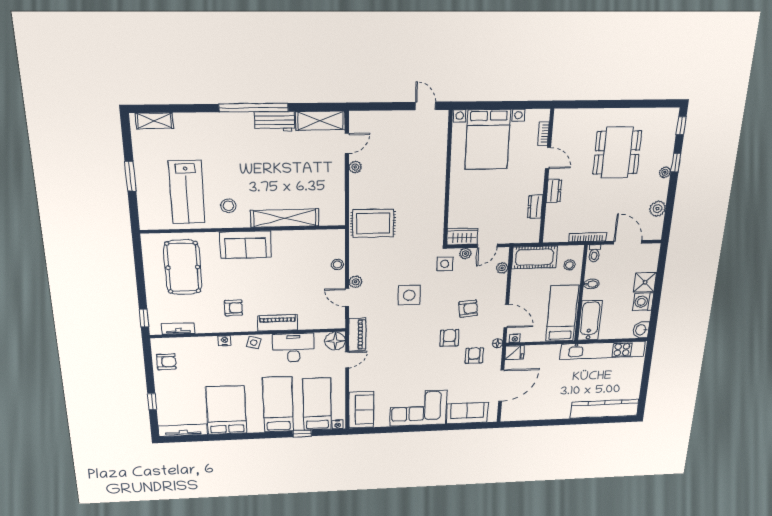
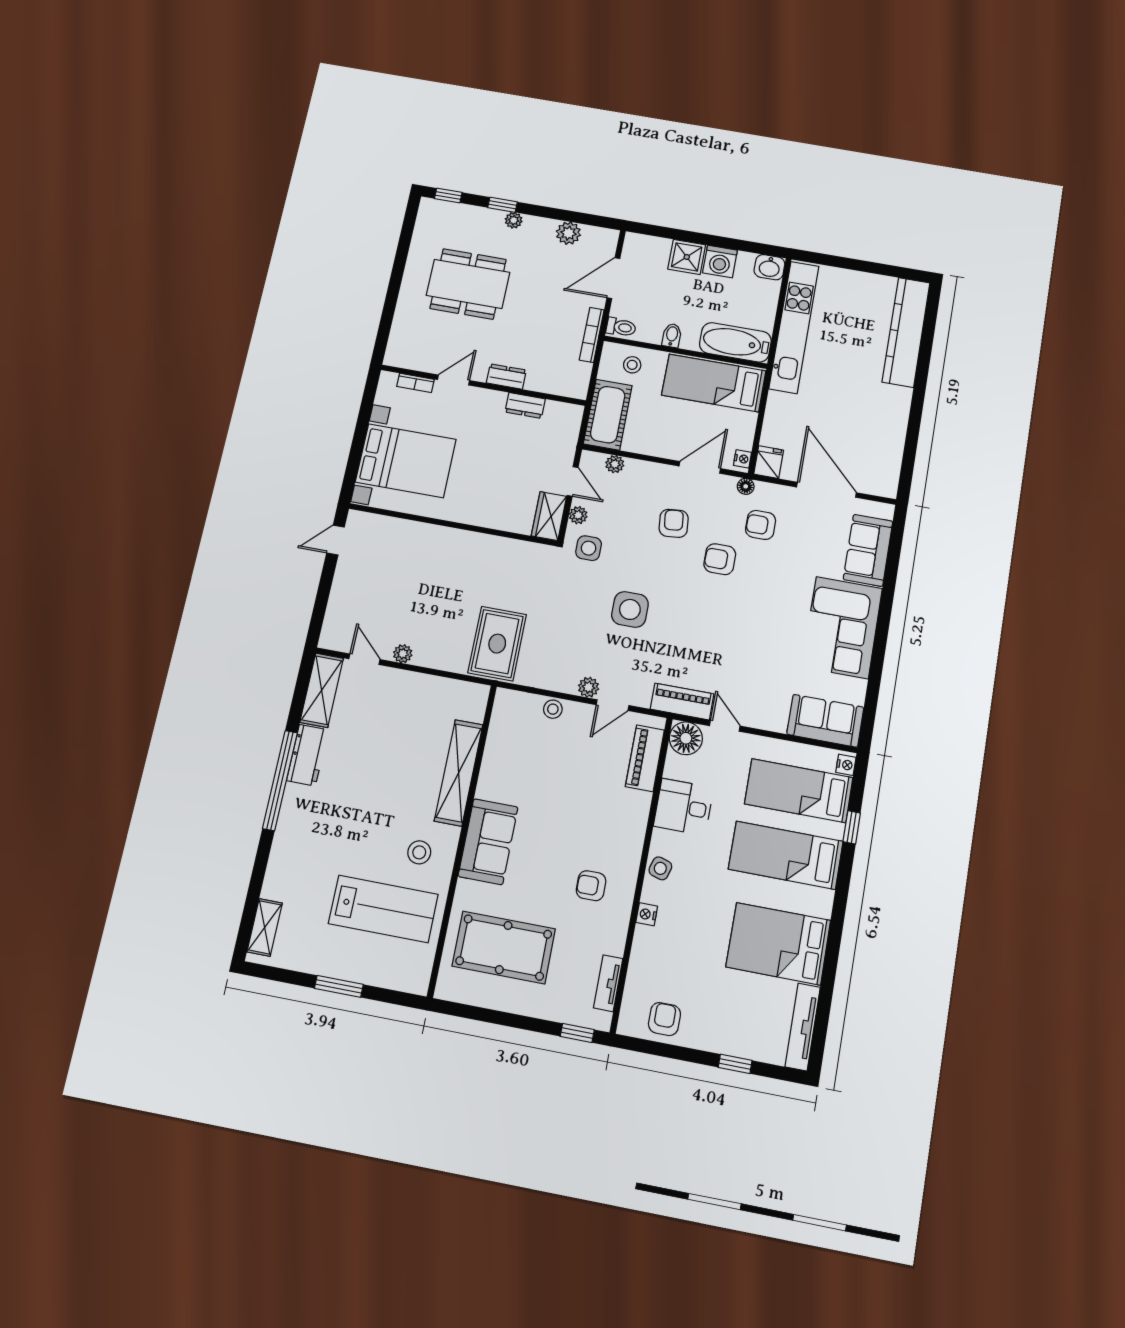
armchair: (234, 308) -> (591, 886), turned -90
piano: (278, 323) -> (645, 758), moved
desk: (293, 348) -> (683, 807), width x0.73

